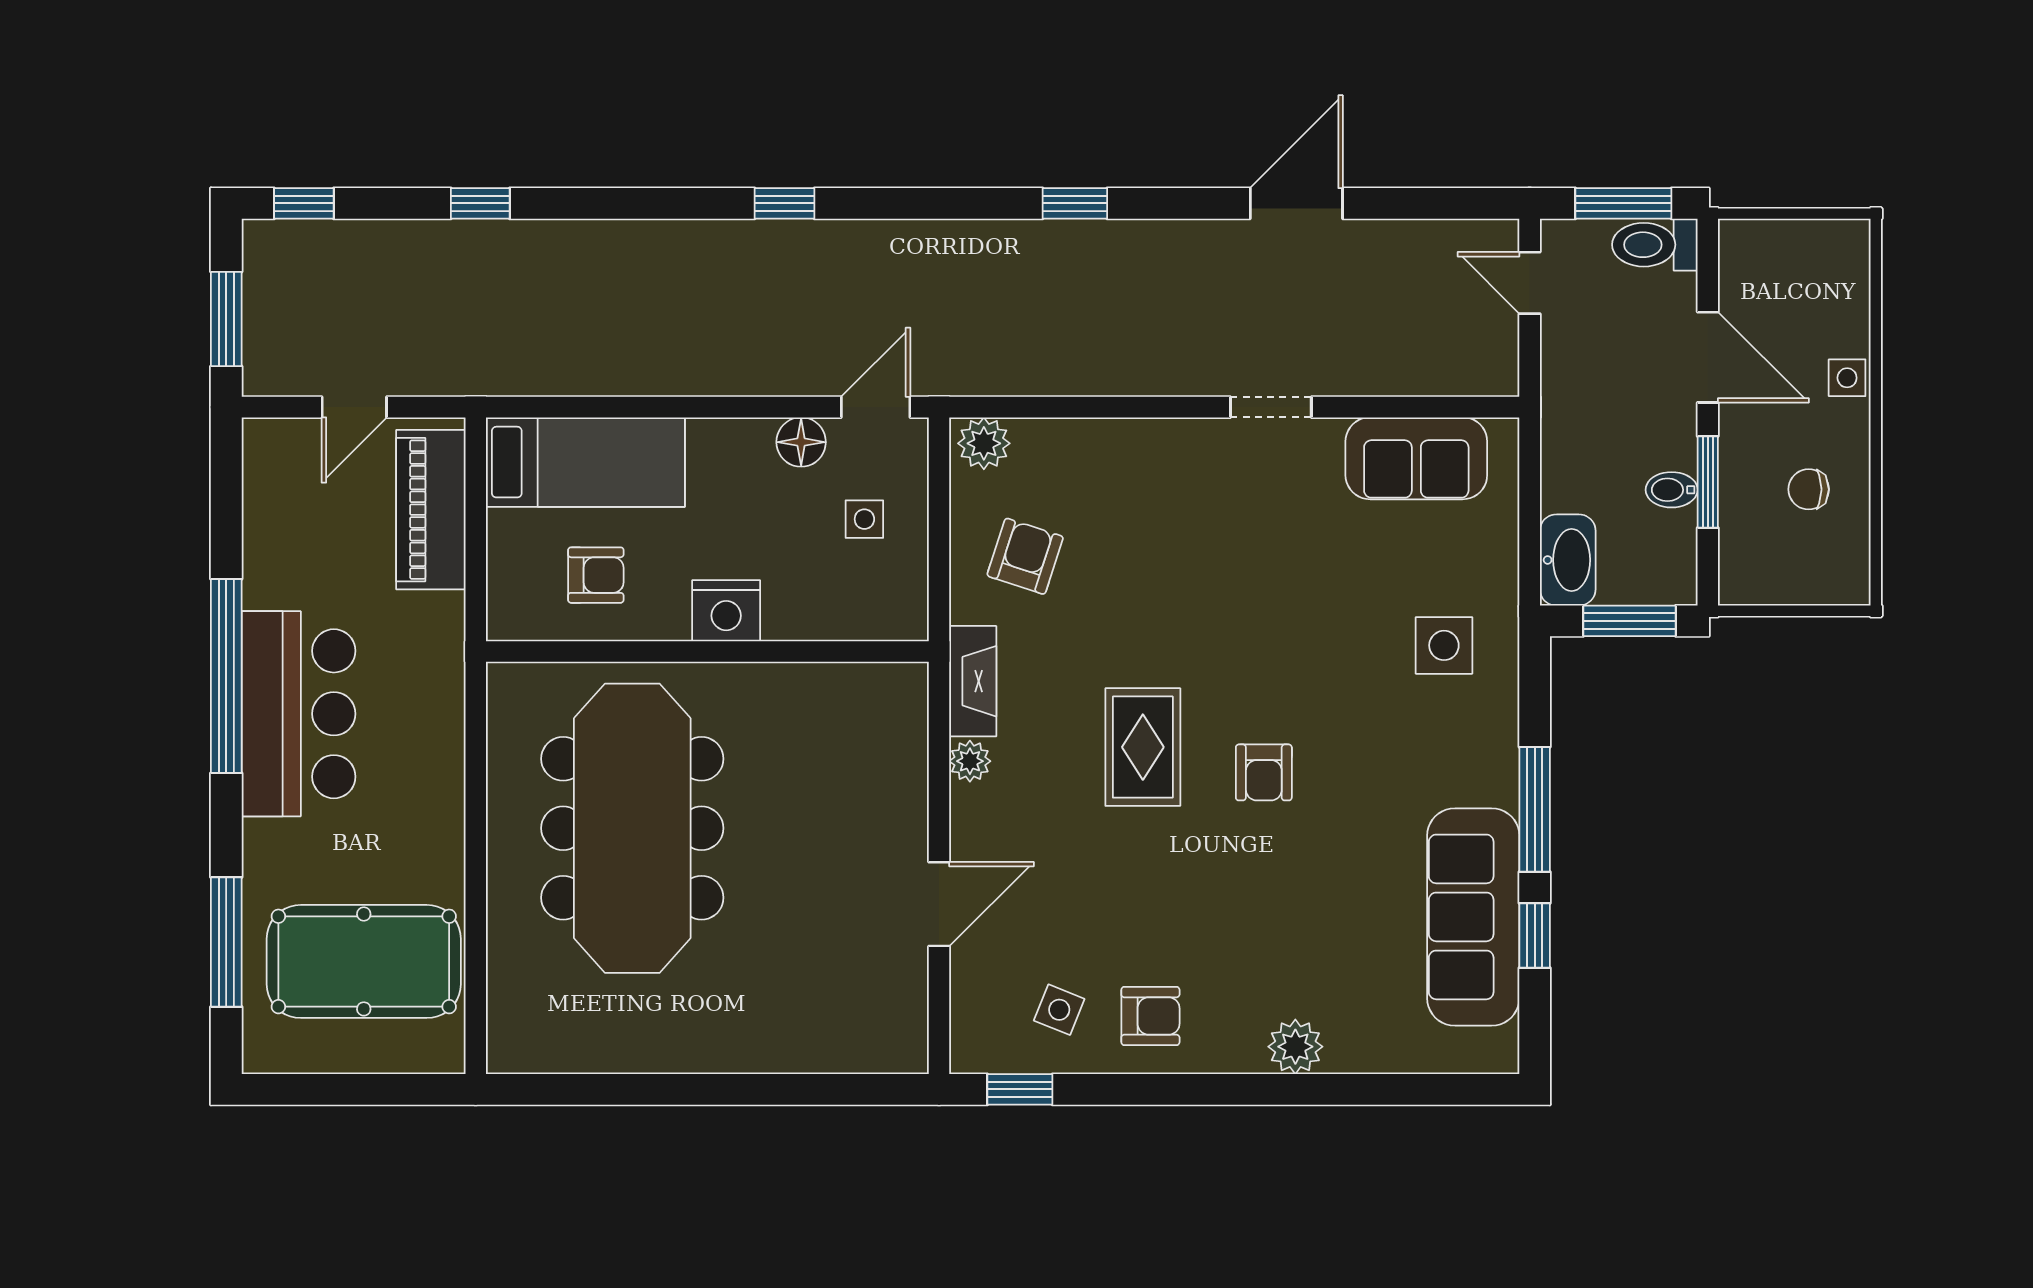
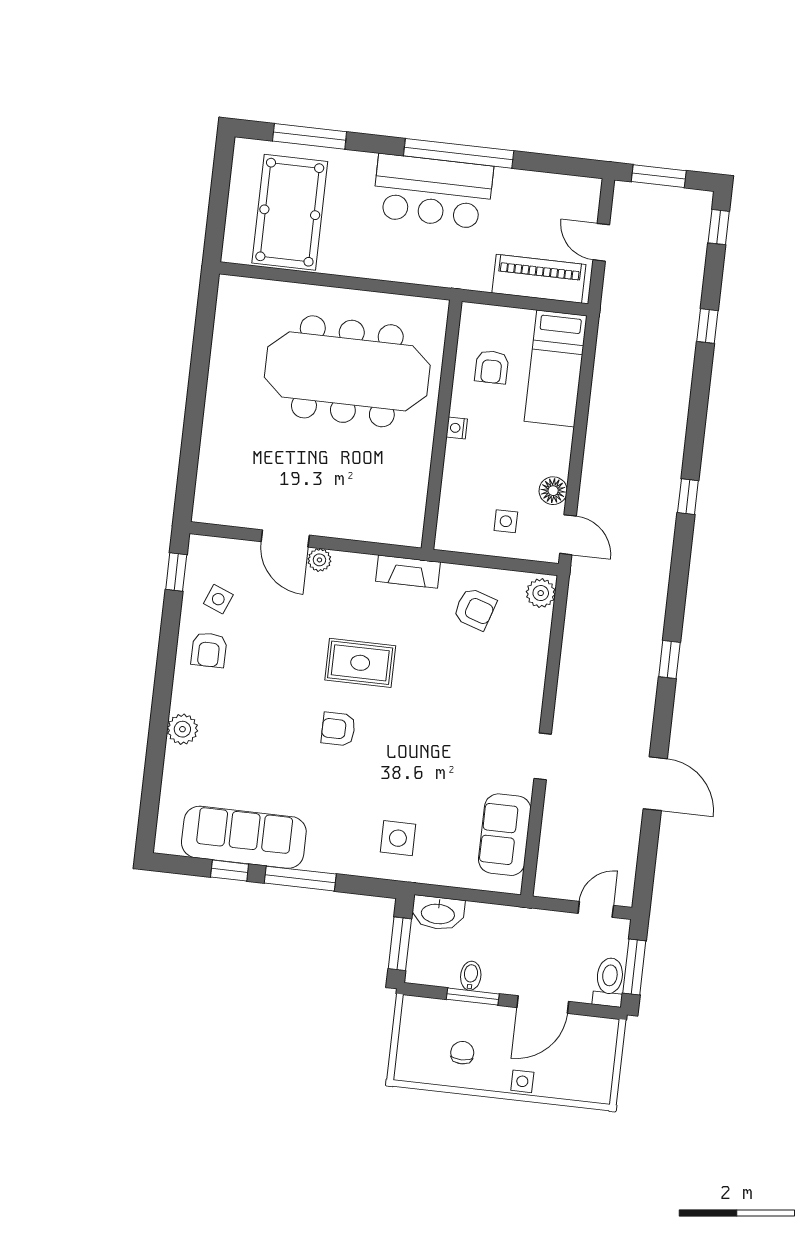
nightstand: (726, 611) -> (457, 428), width x0.53, depth x0.56
plant: (970, 761) -> (319, 560), moved

